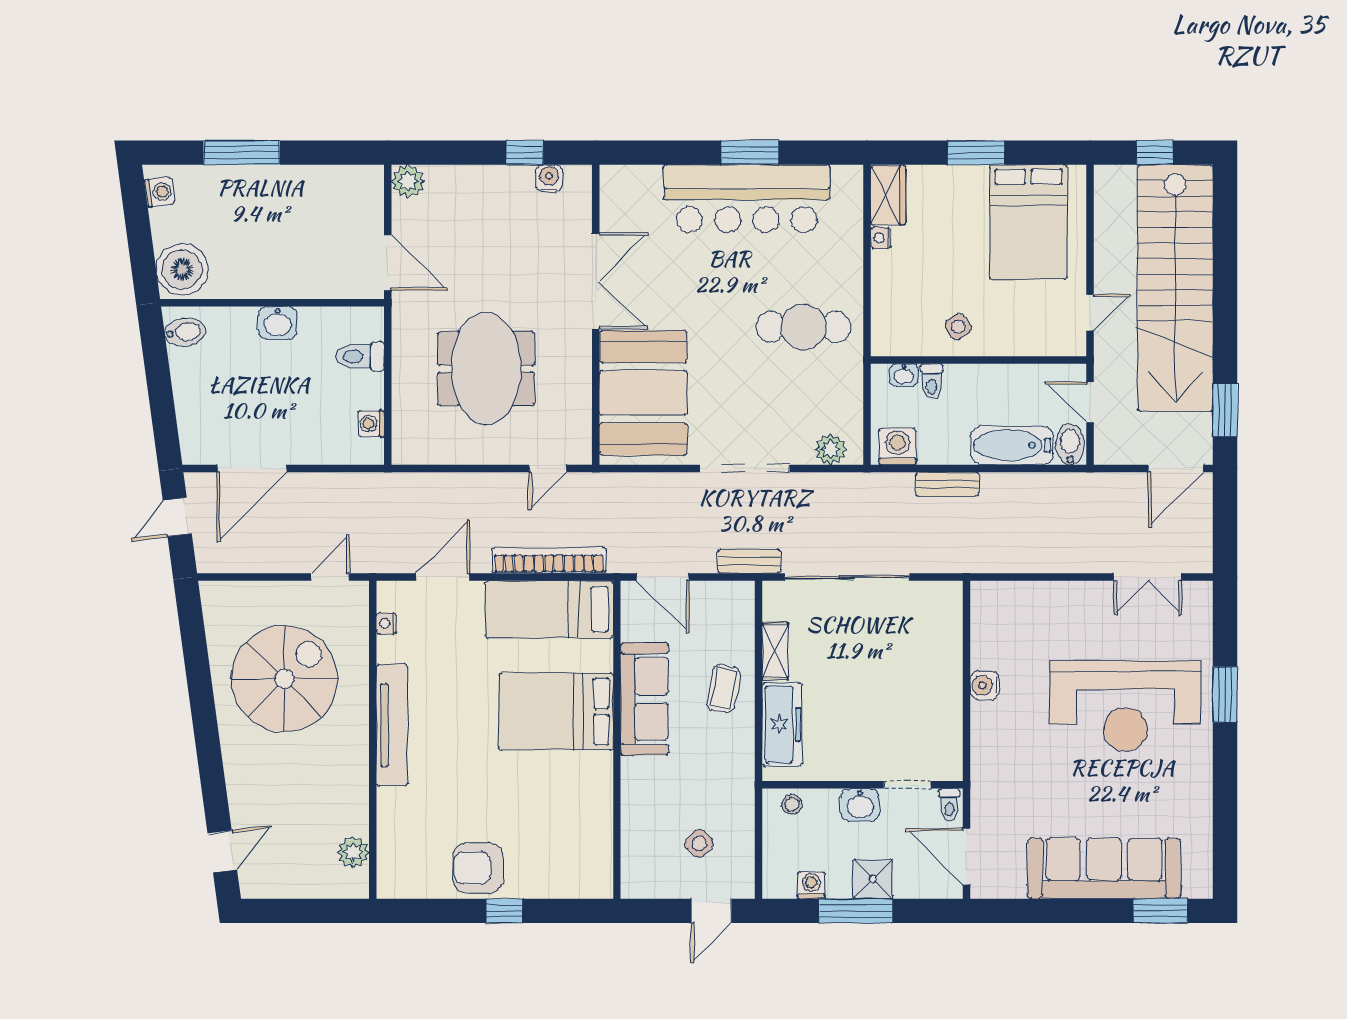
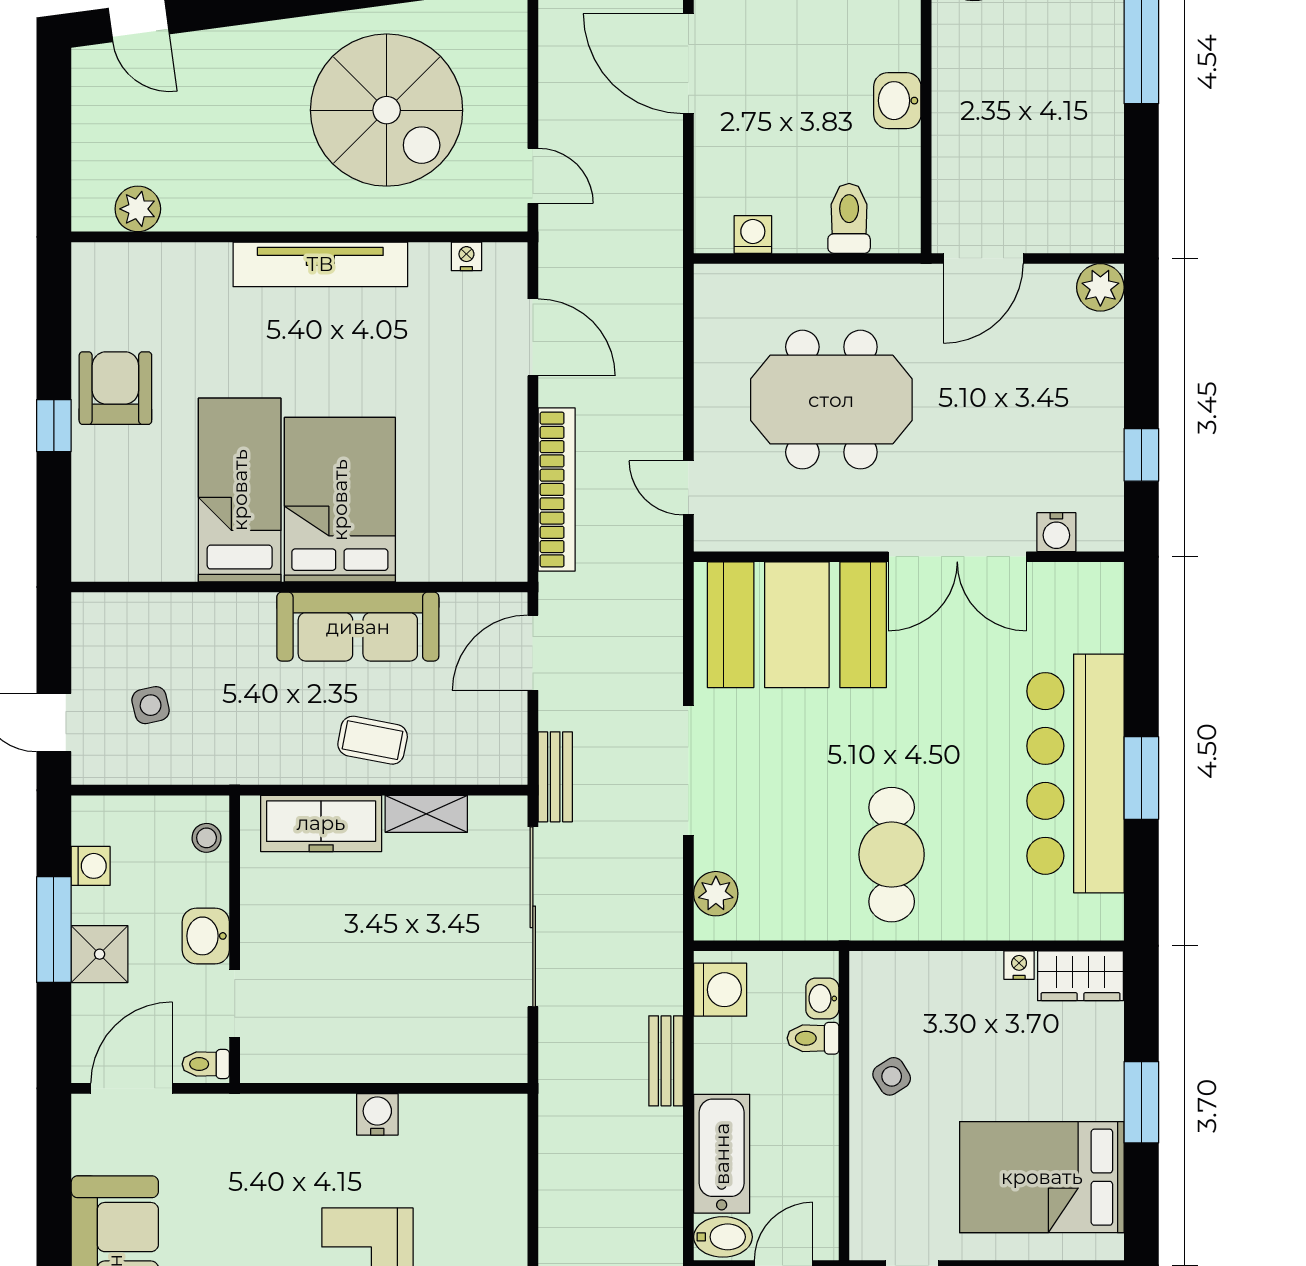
water cooler: (549, 178) -> (1056, 532), moved, turned 90
bed: (549, 609) -> (240, 490), moved
side table: (699, 843) -> (151, 705), turned 35

